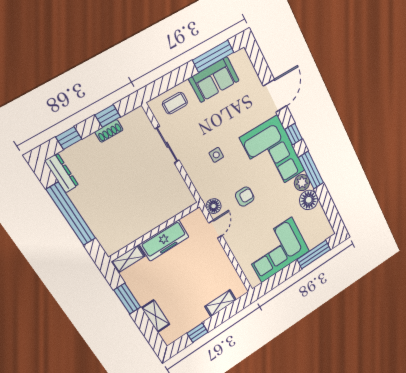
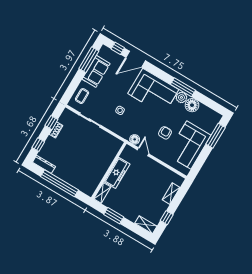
door: (275, 96) -> (136, 59), swing flipped
window: (294, 134) -> (118, 48), moved
armchair: (245, 197) -> (165, 133), moved
shelving: (156, 316) -> (146, 225), moved

